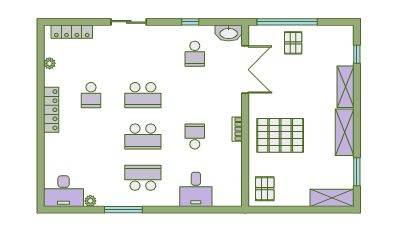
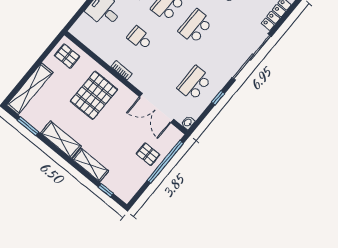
sliding door: (129, 22) -> (252, 57), width x1.86
washbasin: (229, 33) -> (188, 123), width x0.52, depth x0.69
school desk: (195, 54) -> (194, 83), width x1.85
school desk: (195, 136) -> (140, 38), turned 180
shelving: (332, 198) -> (30, 89), width x1.47

